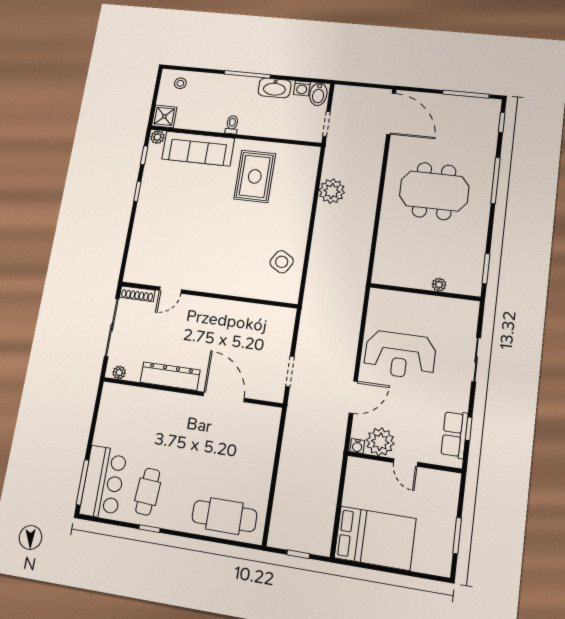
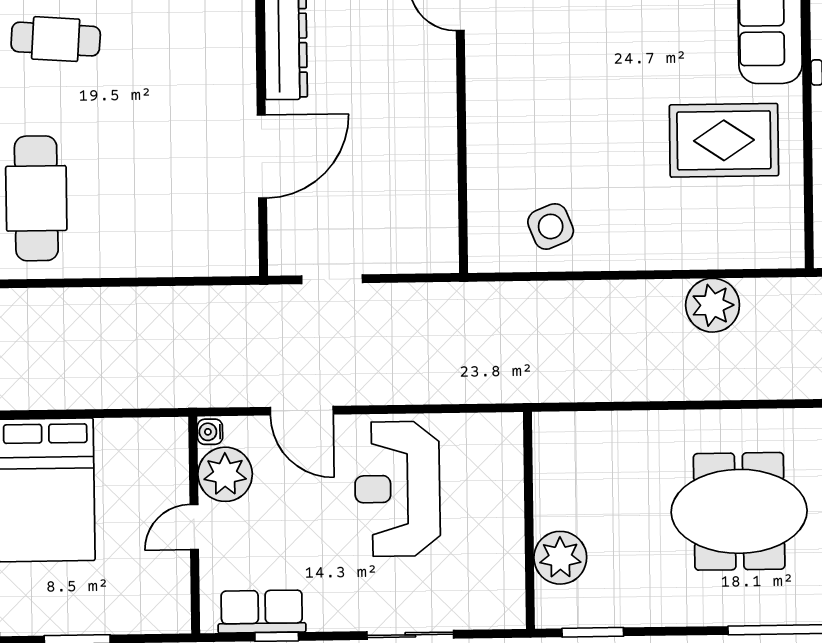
meeting table: (434, 191) -> (739, 511), turned 90
side table: (282, 262) -> (551, 226), turned 37
plant: (439, 285) -> (560, 558), width x1.88, depth x1.88

